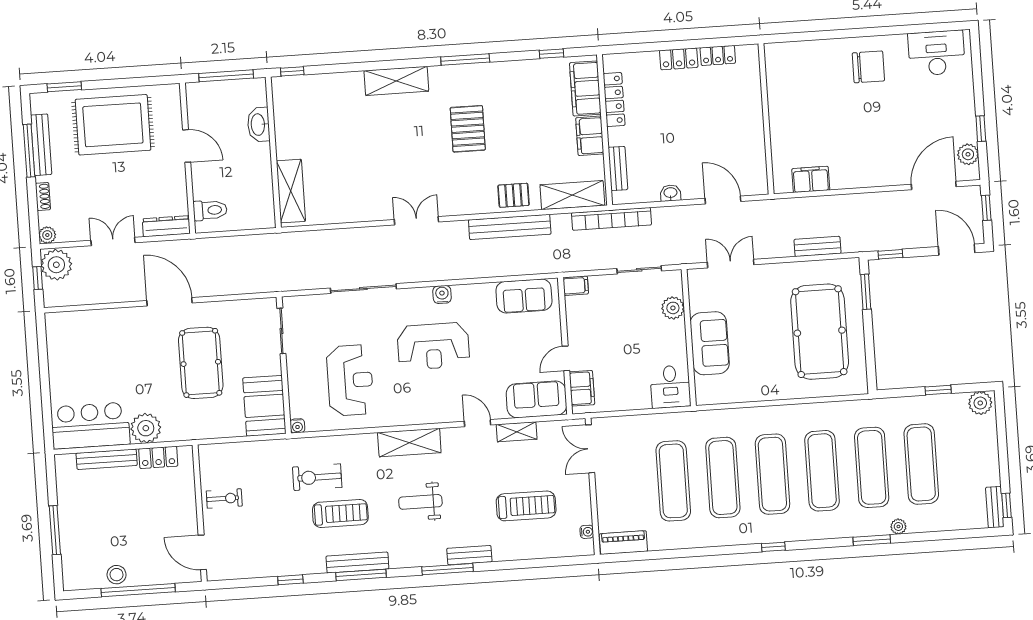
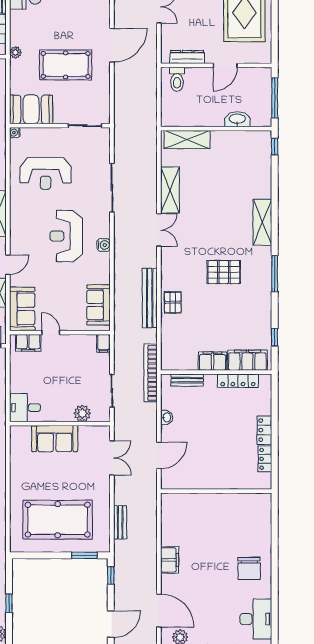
filing cabinet: (811, 179) -> (170, 560), moved
shelving: (572, 195) -> (170, 190), moved
dresser: (166, 226) -> (187, 57), moved, turned -90
plant: (146, 428) -> (15, 52), moved, width x0.53, depth x0.53

